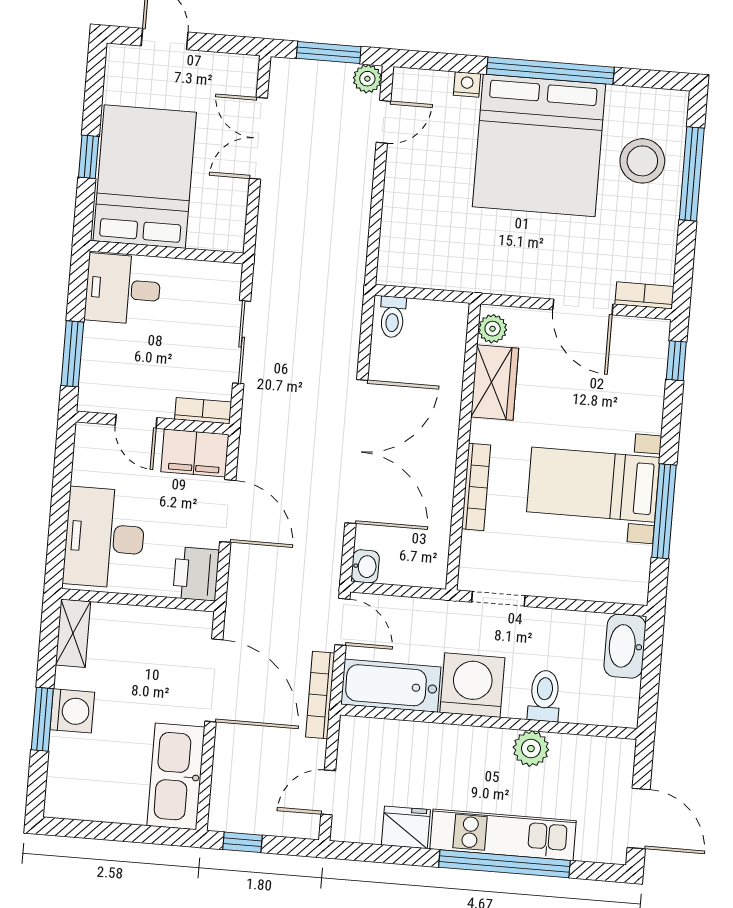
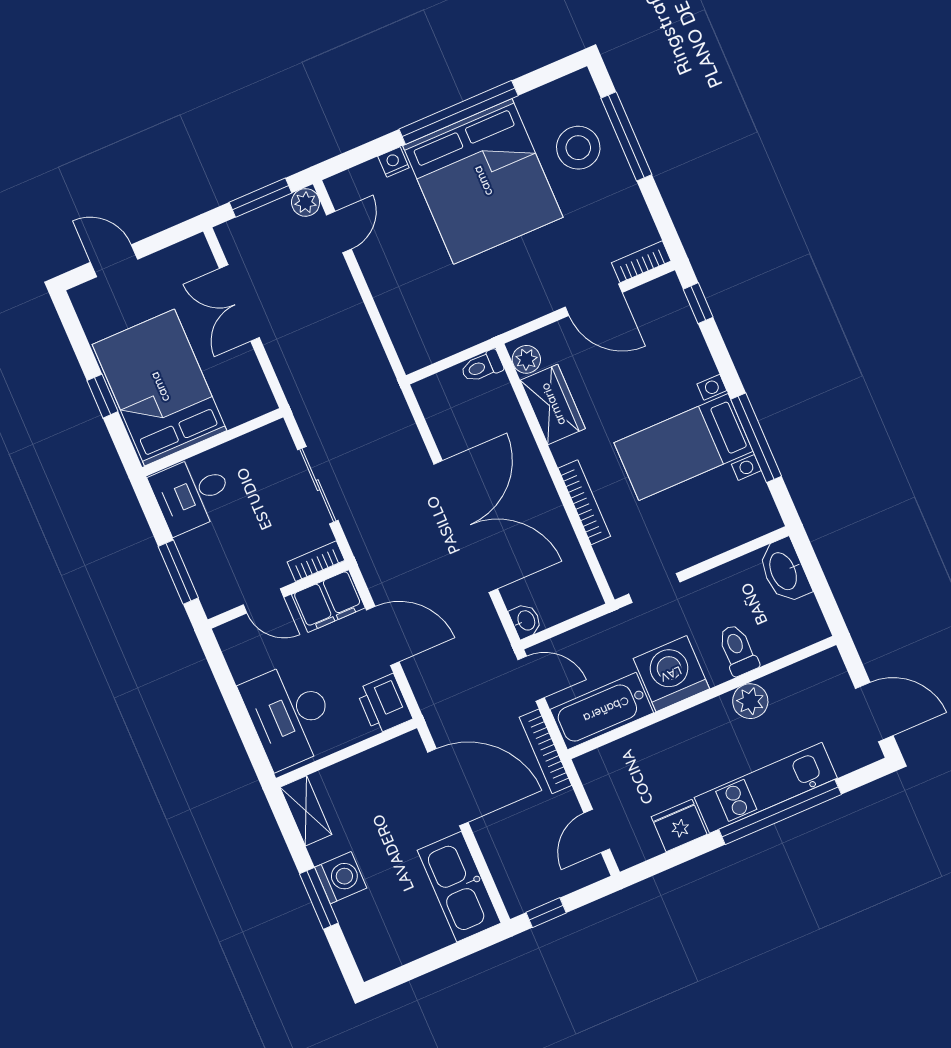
toilet: (393, 317) -> (482, 367), moved, turned 90

